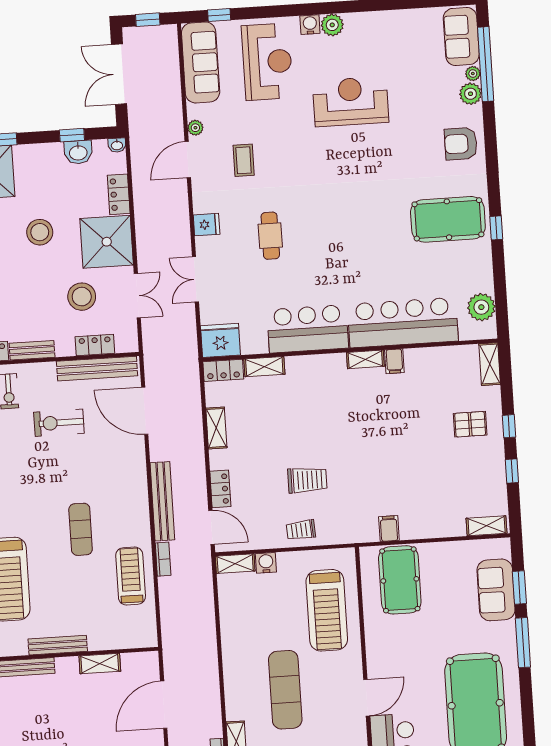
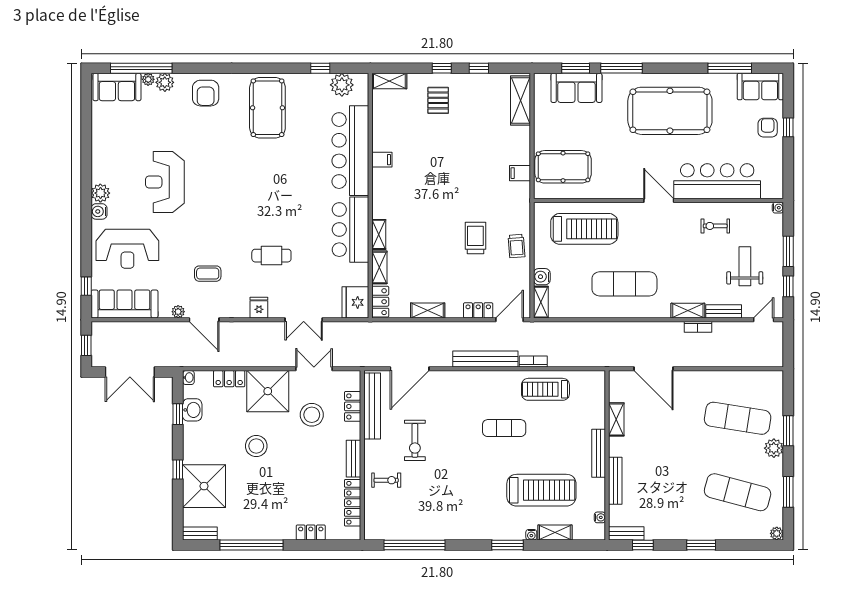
reception desk: (267, 62) -> (127, 249), turned 180
window: (496, 228) -> (320, 68), moved
shelving: (365, 359) -> (379, 234), moved
shelving: (487, 526) -> (520, 100), width x1.50, depth x1.33
exercise mat: (285, 690) -> (624, 284), moved

